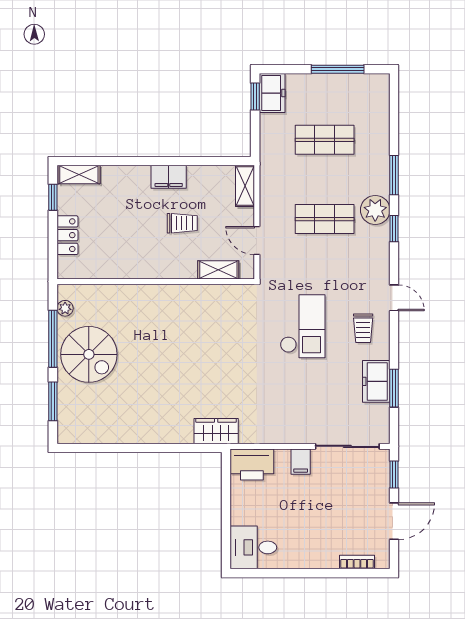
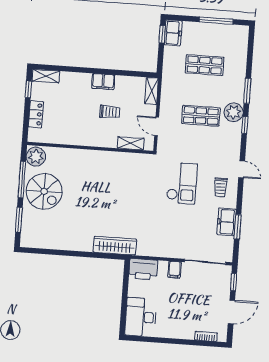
plant: (65, 308) -> (36, 157), width x1.88, depth x1.88
wardrobe: (216, 431) -> (115, 246), width x1.50
desk: (253, 547) -> (141, 317), width x1.37

